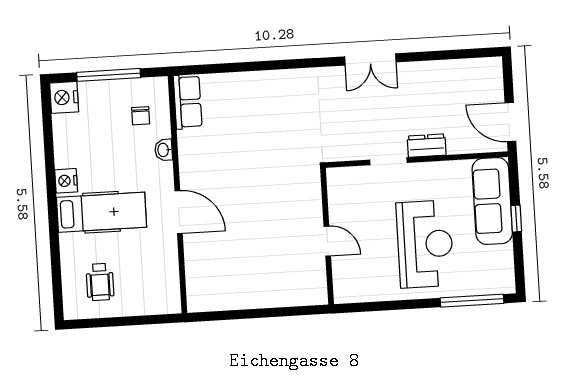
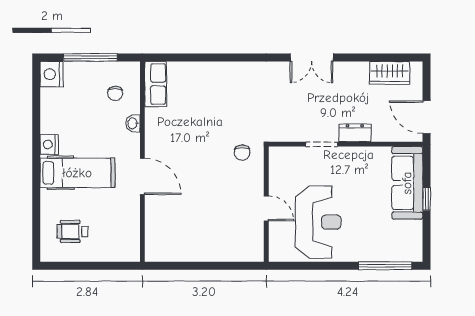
wardrobe: (464, 72) -> (390, 73), added
chair: (295, 177) -> (242, 153), added
reception desk: (425, 244) -> (318, 222), moved
wheelchair: (100, 282) -> (73, 231), turned 90

